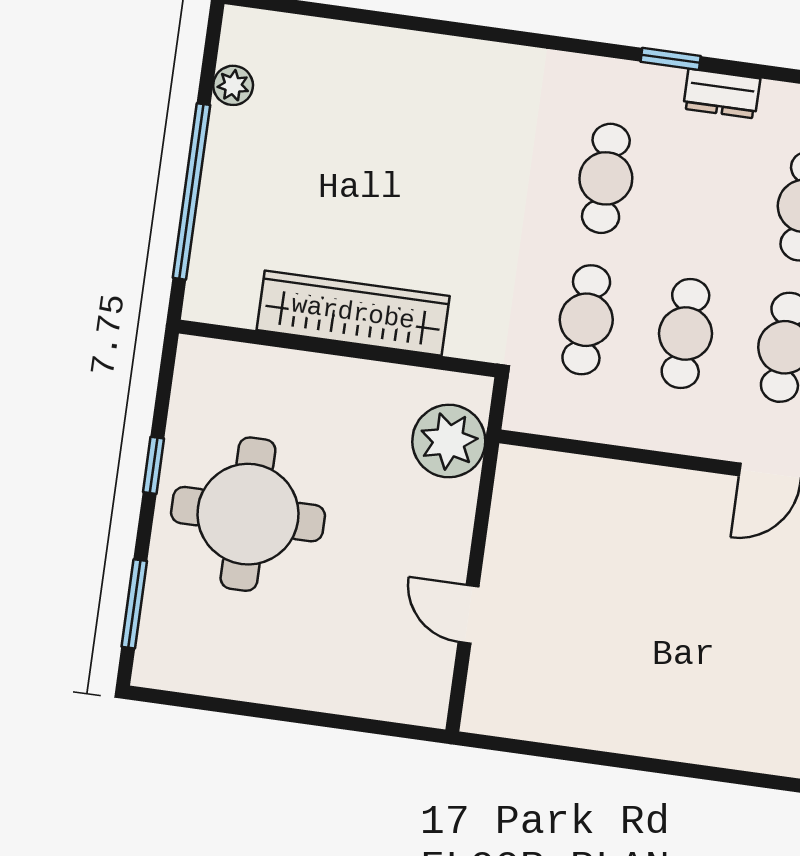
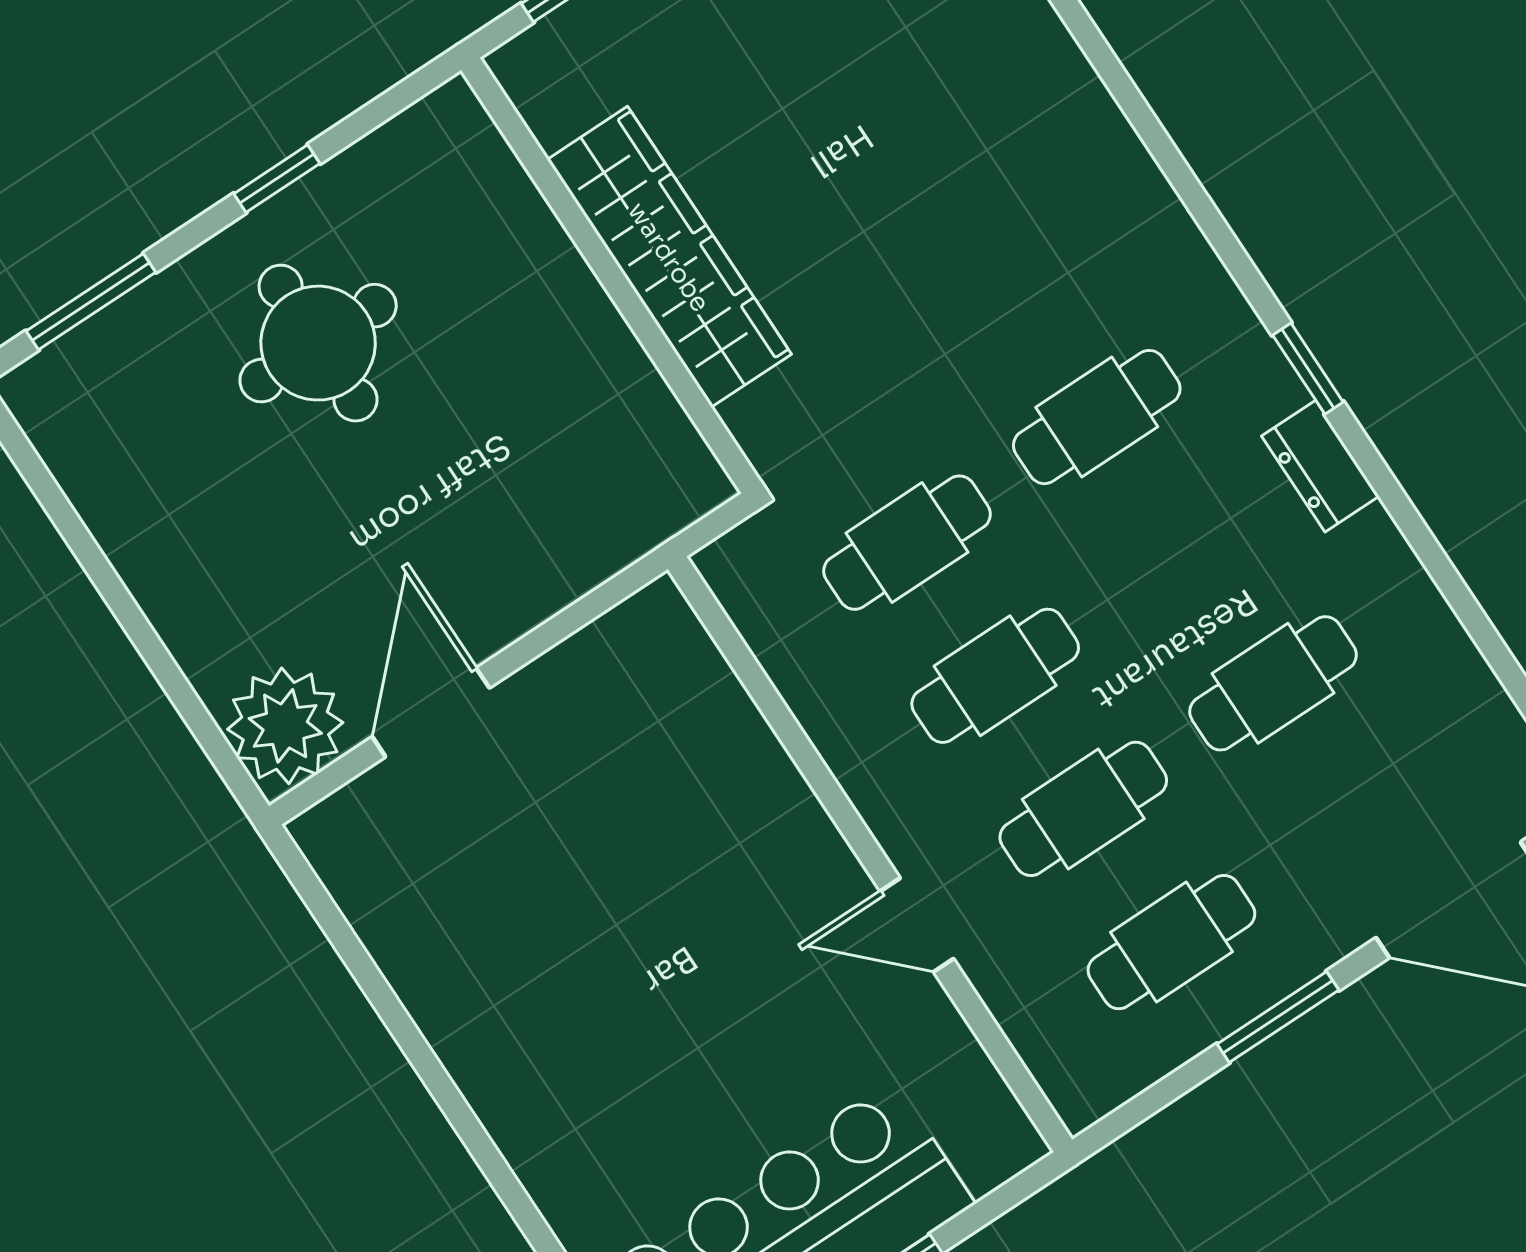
plant: (449, 441) -> (285, 726), moved
round table: (248, 514) -> (318, 343), width x0.73, depth x0.73
door: (469, 614) -> (431, 712), width x1.38

